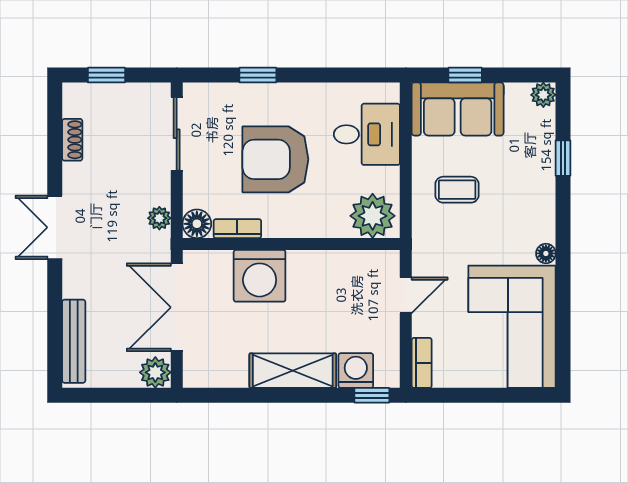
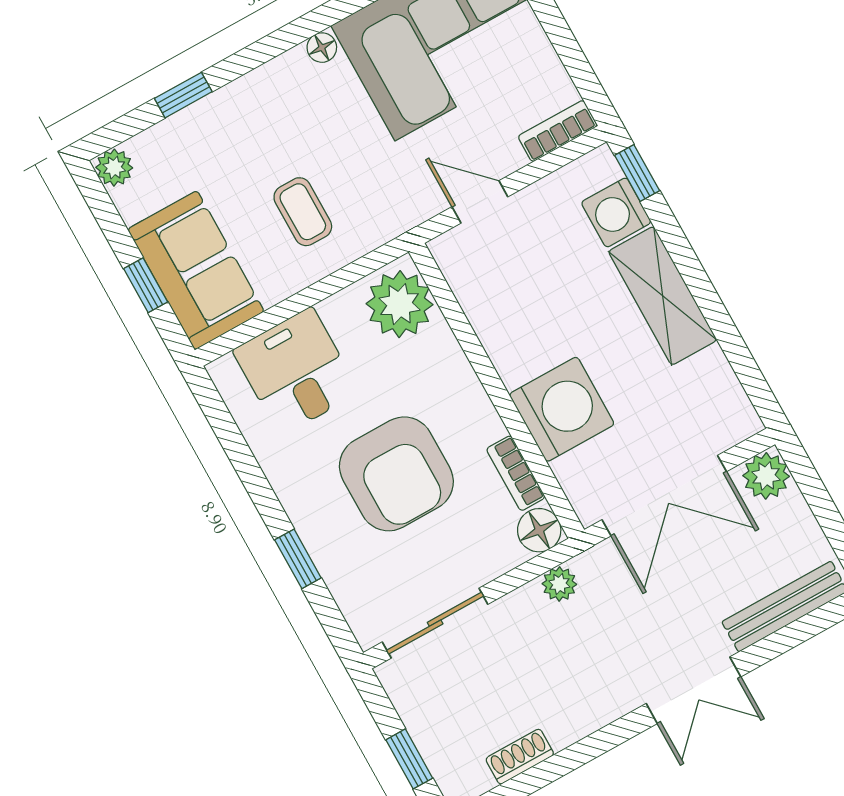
double door: (55, 227) -> (694, 690), moved

